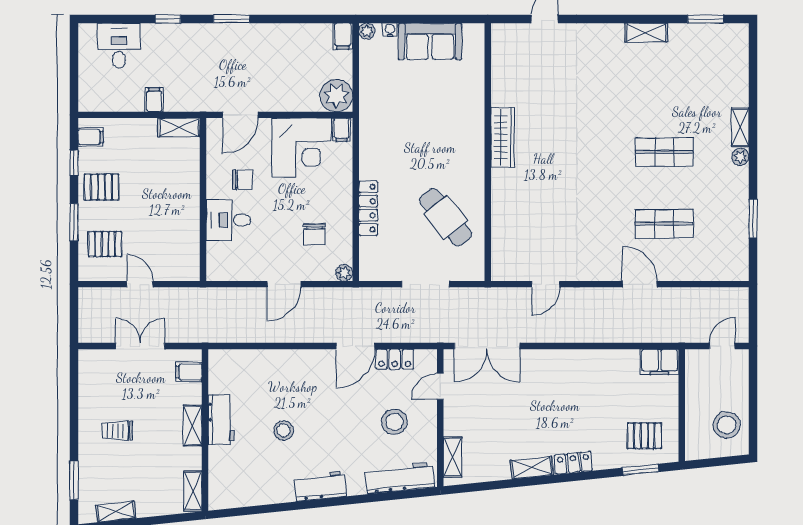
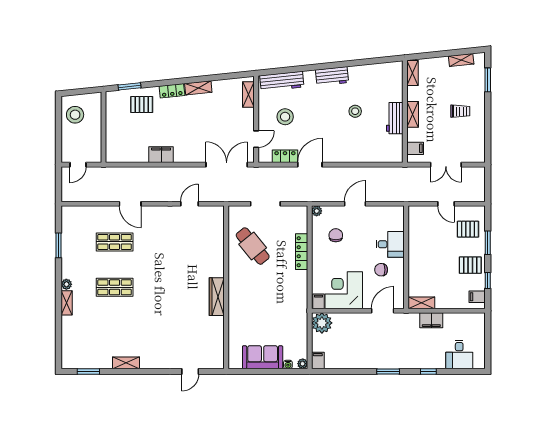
filing cabinet: (154, 100) -> (431, 320), width x2.00
filing cabinet: (660, 362) -> (161, 155), moved
pallet: (644, 436) -> (142, 105), moved

